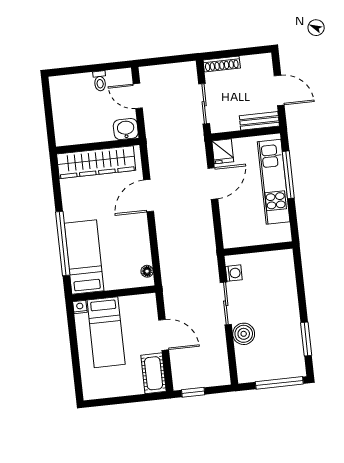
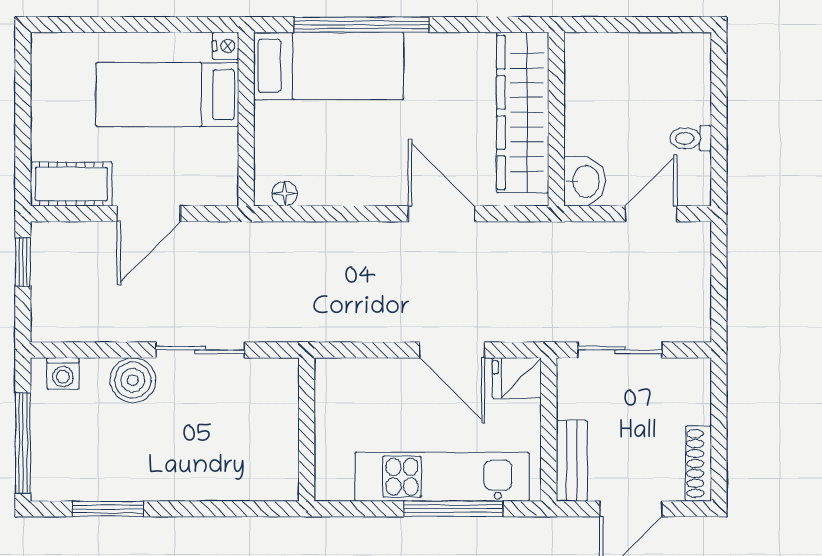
shoe rack: (222, 64) -> (698, 463), moved
washing machine: (234, 273) -> (63, 373), moved

